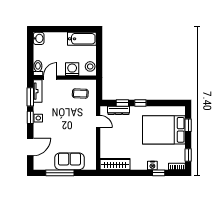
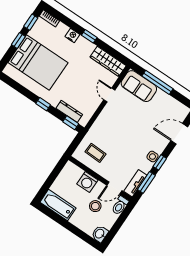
stool: (90, 66) -> (95, 206), moved
window: (122, 103) -> (71, 123), moved
door: (98, 121) -> (109, 95), moved
window: (188, 125) -> (18, 41), moved
sofa: (69, 161) -> (139, 86), moved
window: (60, 173) -> (157, 82), moved
window: (159, 173) -> (89, 36), moved

